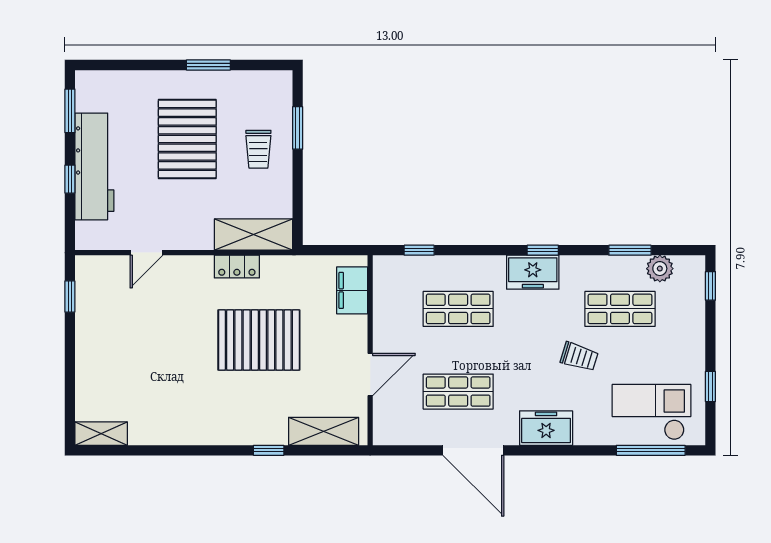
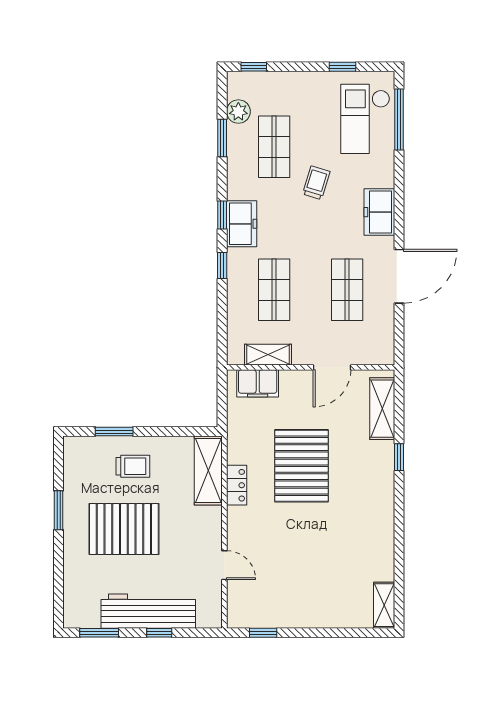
window: (419, 250) -> (222, 265), moved
shelving: (385, 302) -> (268, 355), added
door: (370, 375) -> (332, 367), swing flipped

